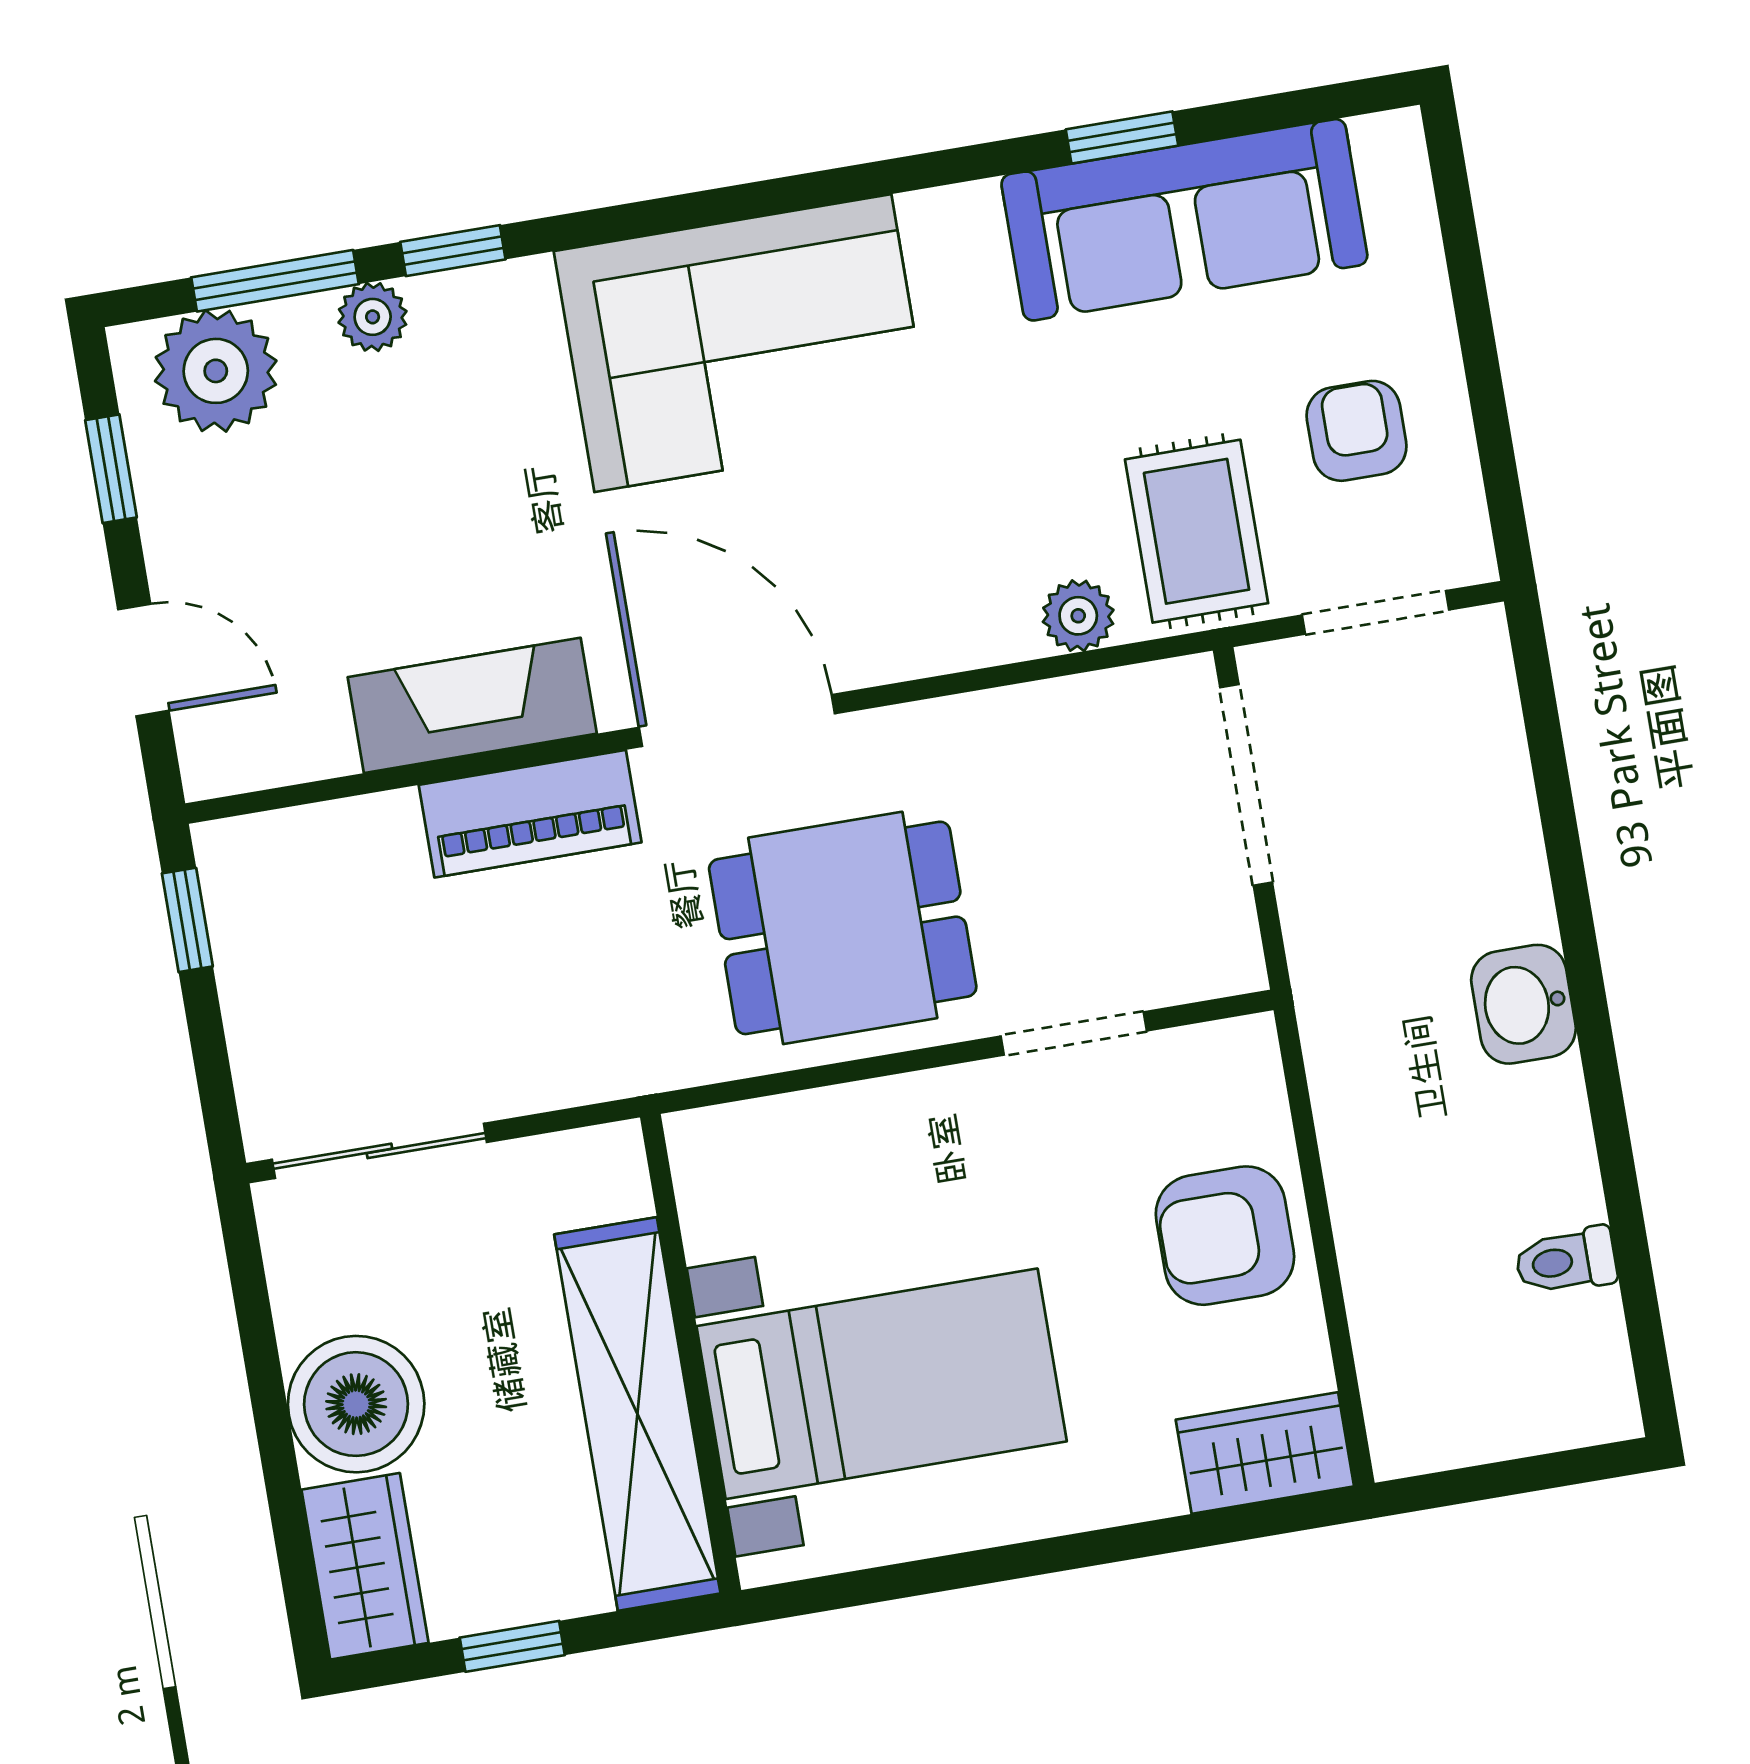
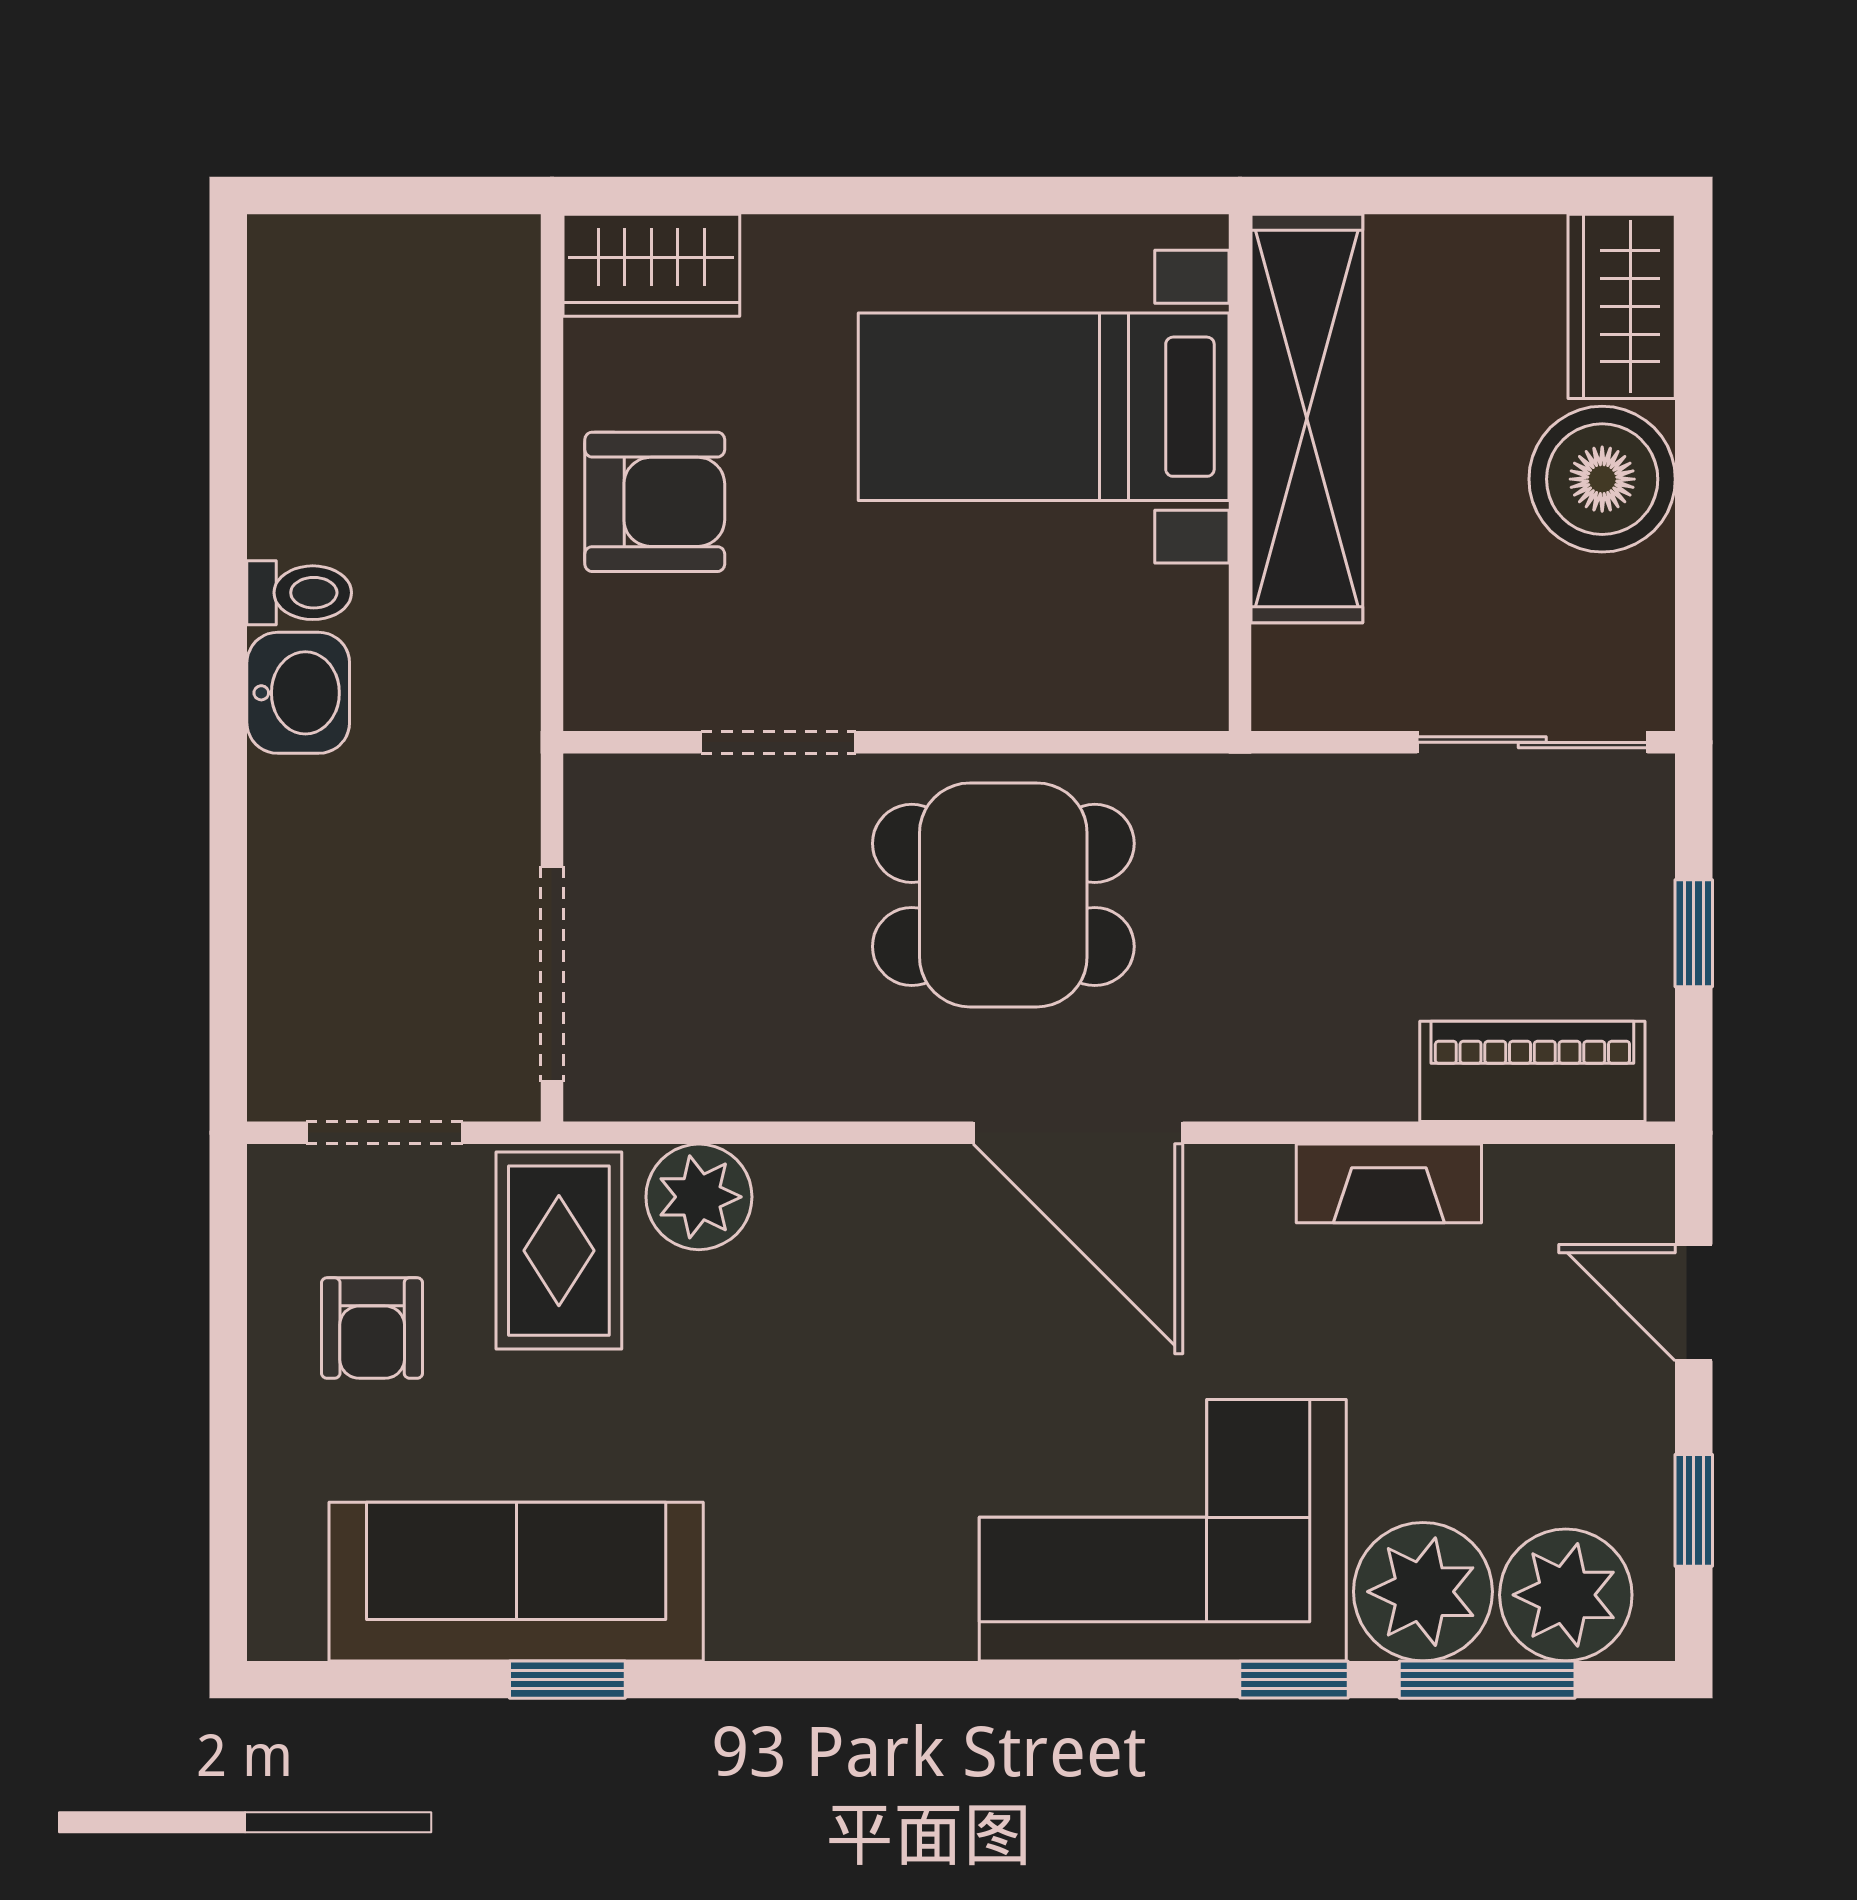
plant: (373, 317) -> (1423, 1592), width x1.88, depth x1.88
corner sofa: (743, 343) -> (1163, 1530), moved
plant: (1078, 616) -> (699, 1197), width x1.38, depth x1.38
fireplace: (472, 705) -> (1389, 1183), width x0.73, depth x0.76
piano: (530, 814) -> (1532, 1071), moved
window: (187, 920) -> (1694, 933), moved
toilet: (1566, 1261) -> (299, 593), moved
window: (512, 1646) -> (1480, 195), removed

